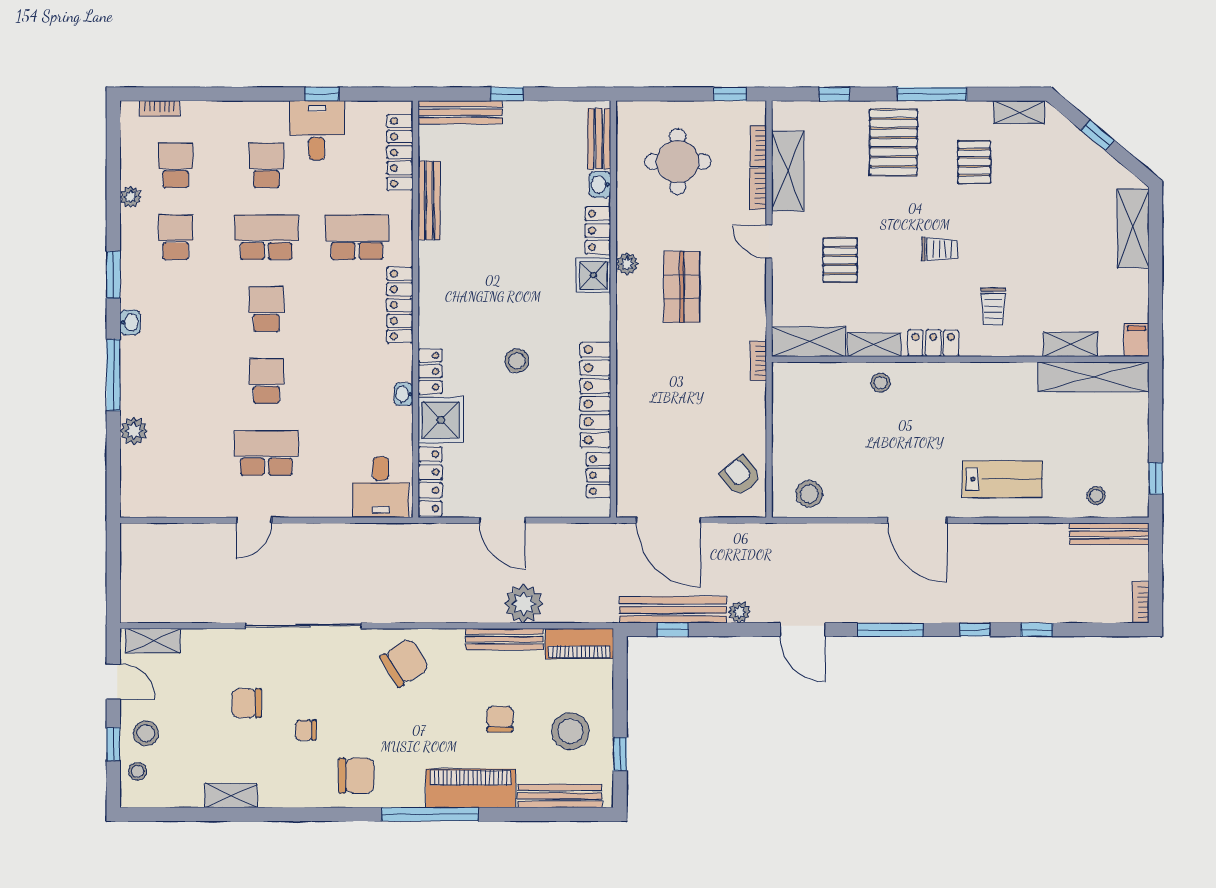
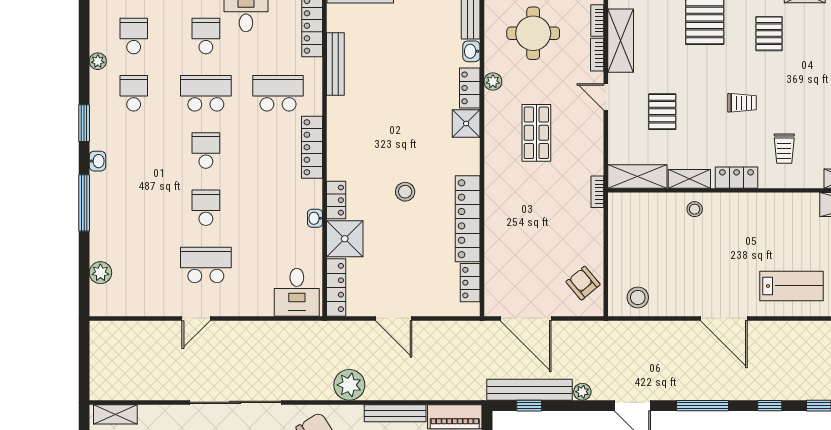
plant: (627, 264) -> (493, 81), moved
plant: (134, 431) -> (100, 273), moved
plant: (524, 604) -> (349, 385), moved

